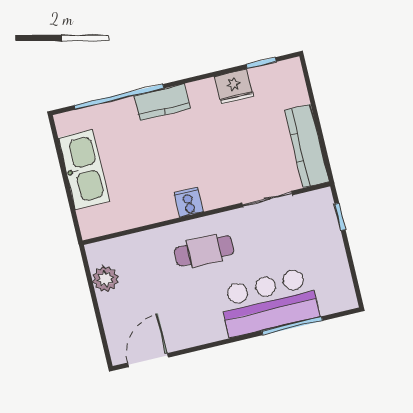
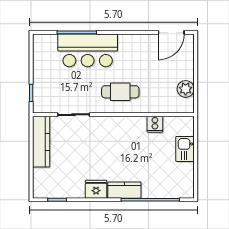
fridge: (234, 87) -> (96, 189), moved
kitchen sink: (84, 169) -> (185, 149), width x0.53, depth x0.81
cooker: (189, 202) -> (155, 124), moved

